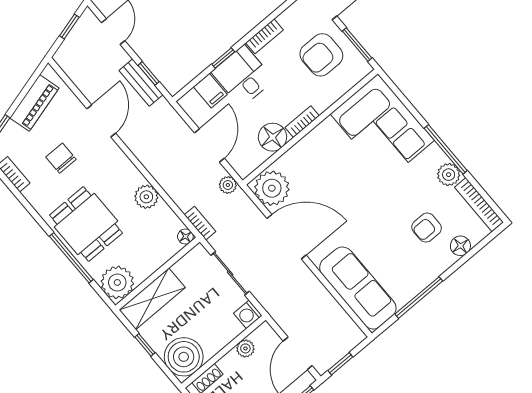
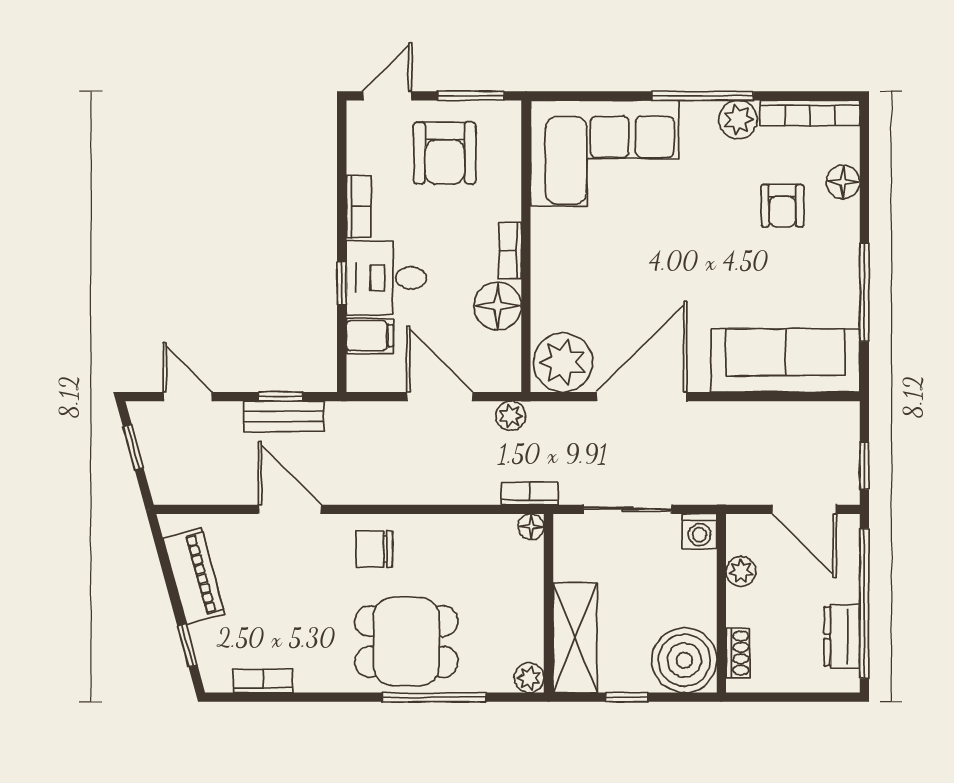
chair: (61, 158) -> (374, 549), moved
plant: (146, 197) -> (437, 534), removed
plant: (117, 282) -> (529, 678), width x0.53, depth x0.53

